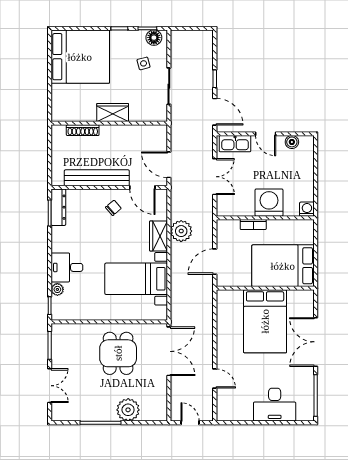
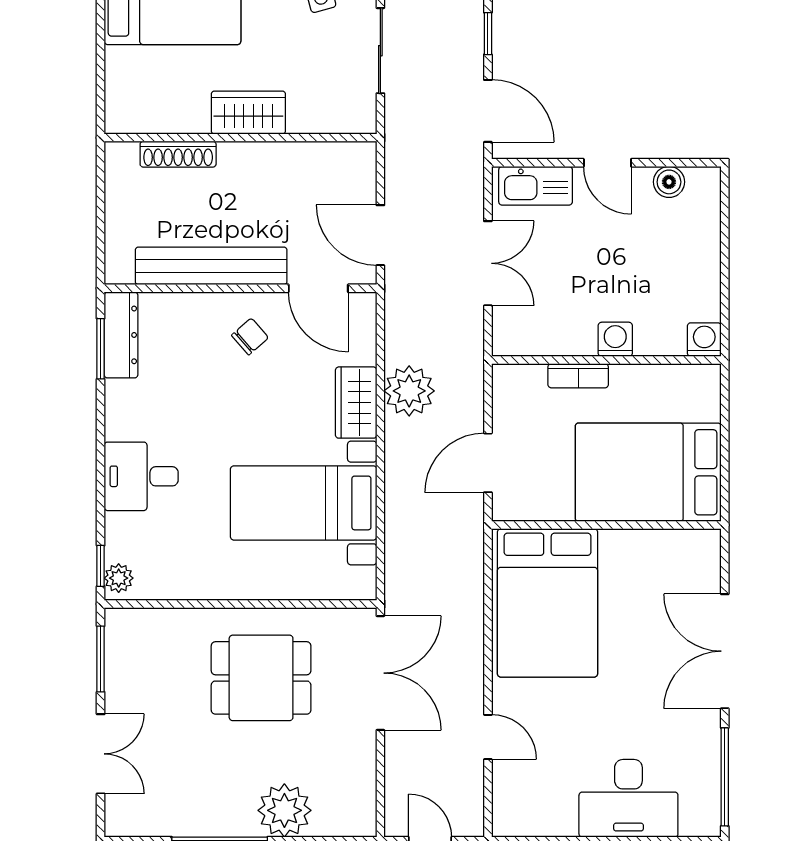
washing machine: (269, 203) -> (615, 339), width x0.53, depth x0.53
plant: (57, 289) -> (119, 578), moved
bed: (265, 321) -> (547, 603), moved
dining table: (118, 353) -> (261, 678), turned 90

